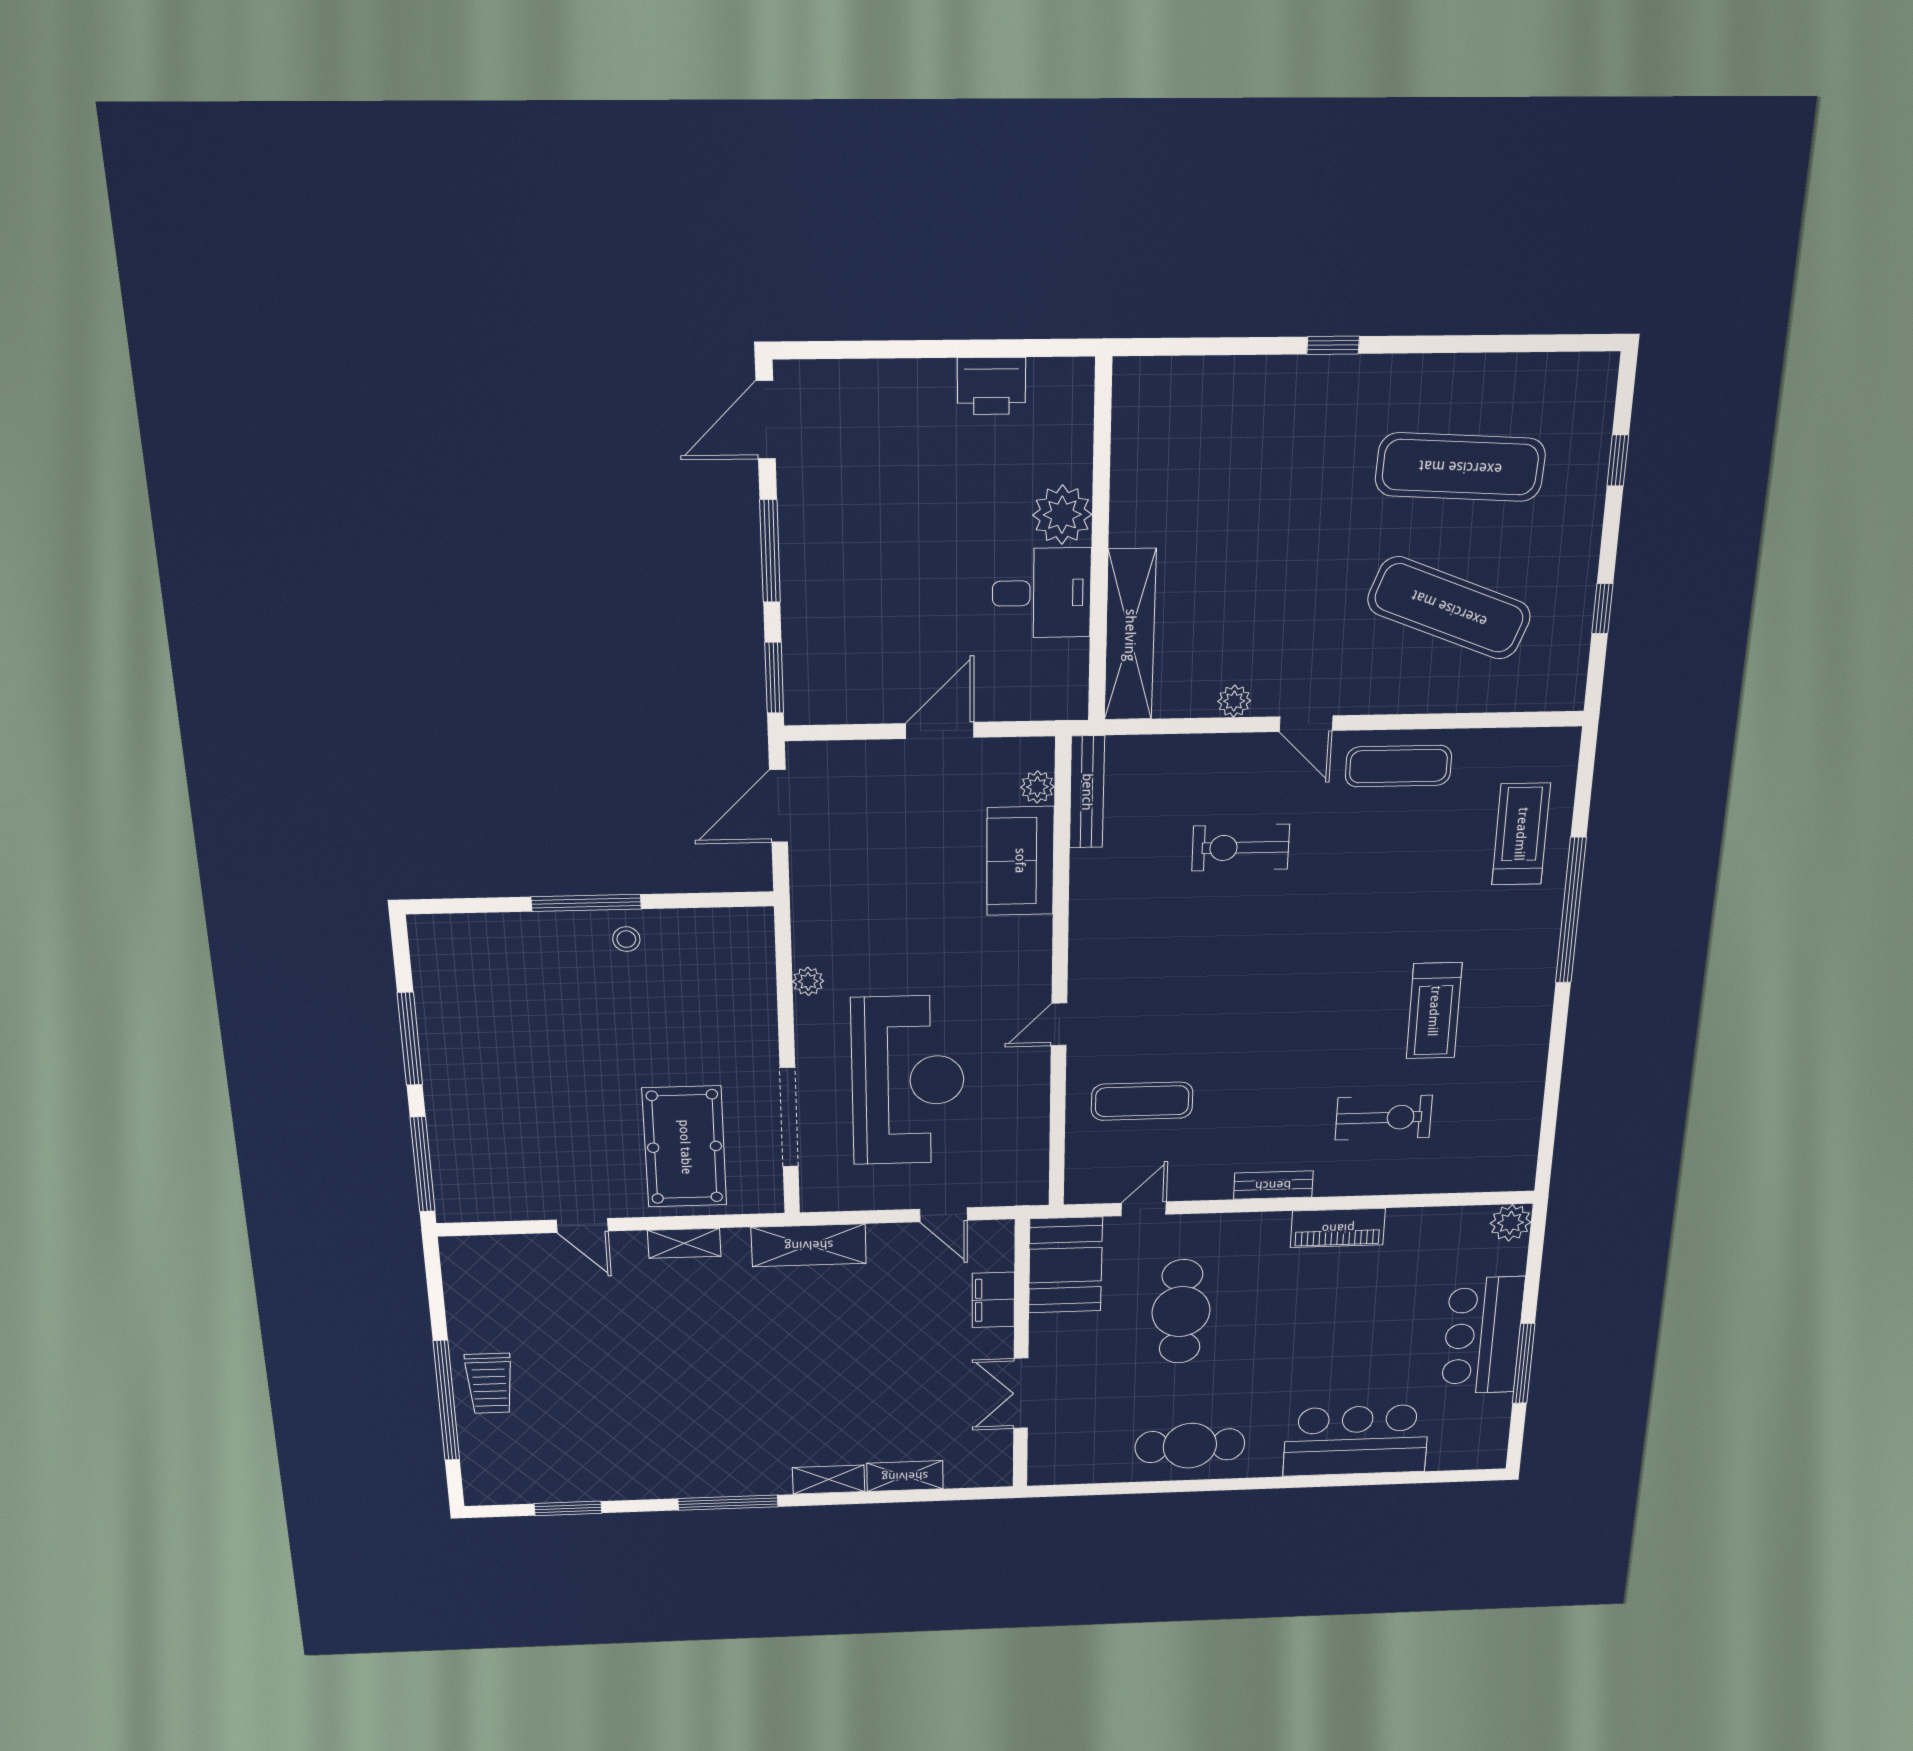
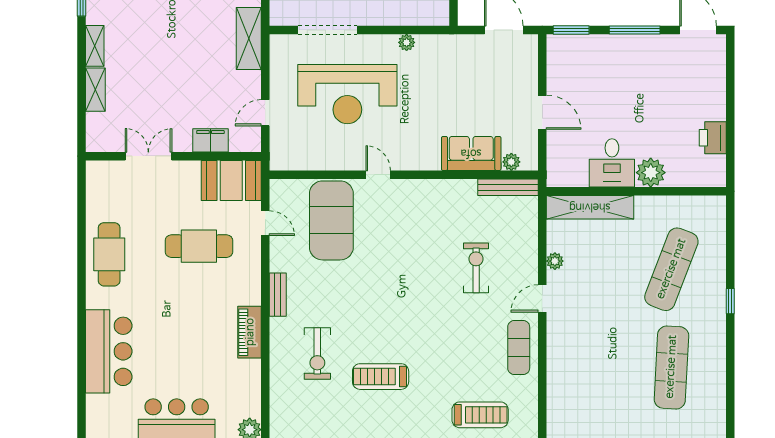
exercise mat: (1449, 608) -> (671, 269), moved
exercise mat: (1142, 1101) -> (331, 220), width x2.00, depth x1.45

